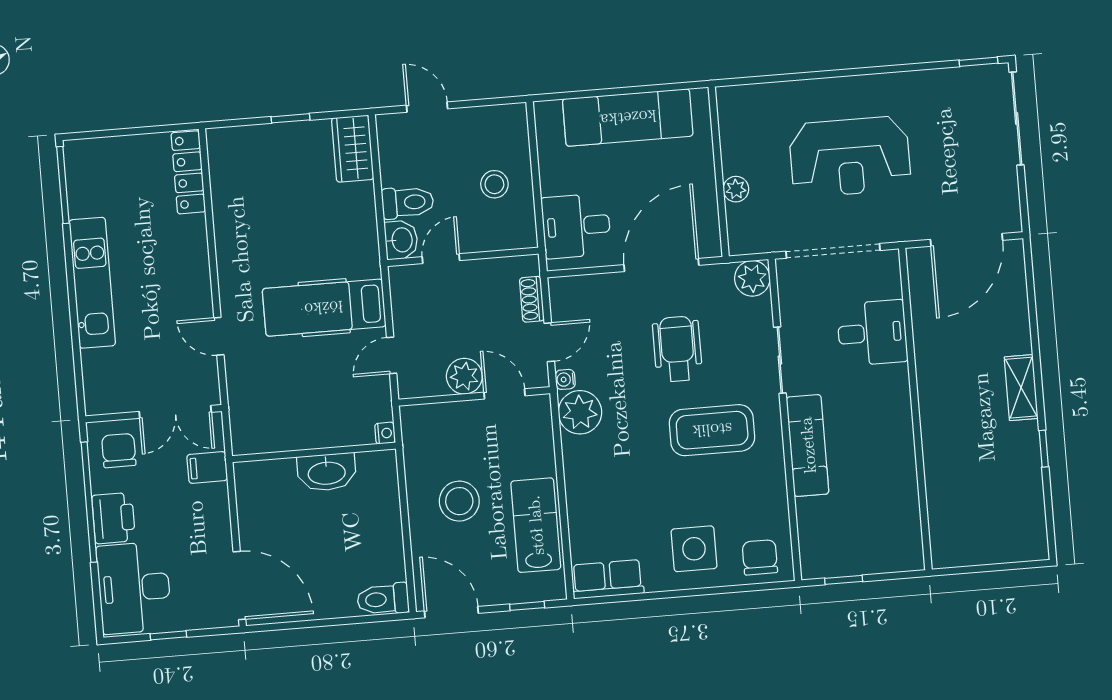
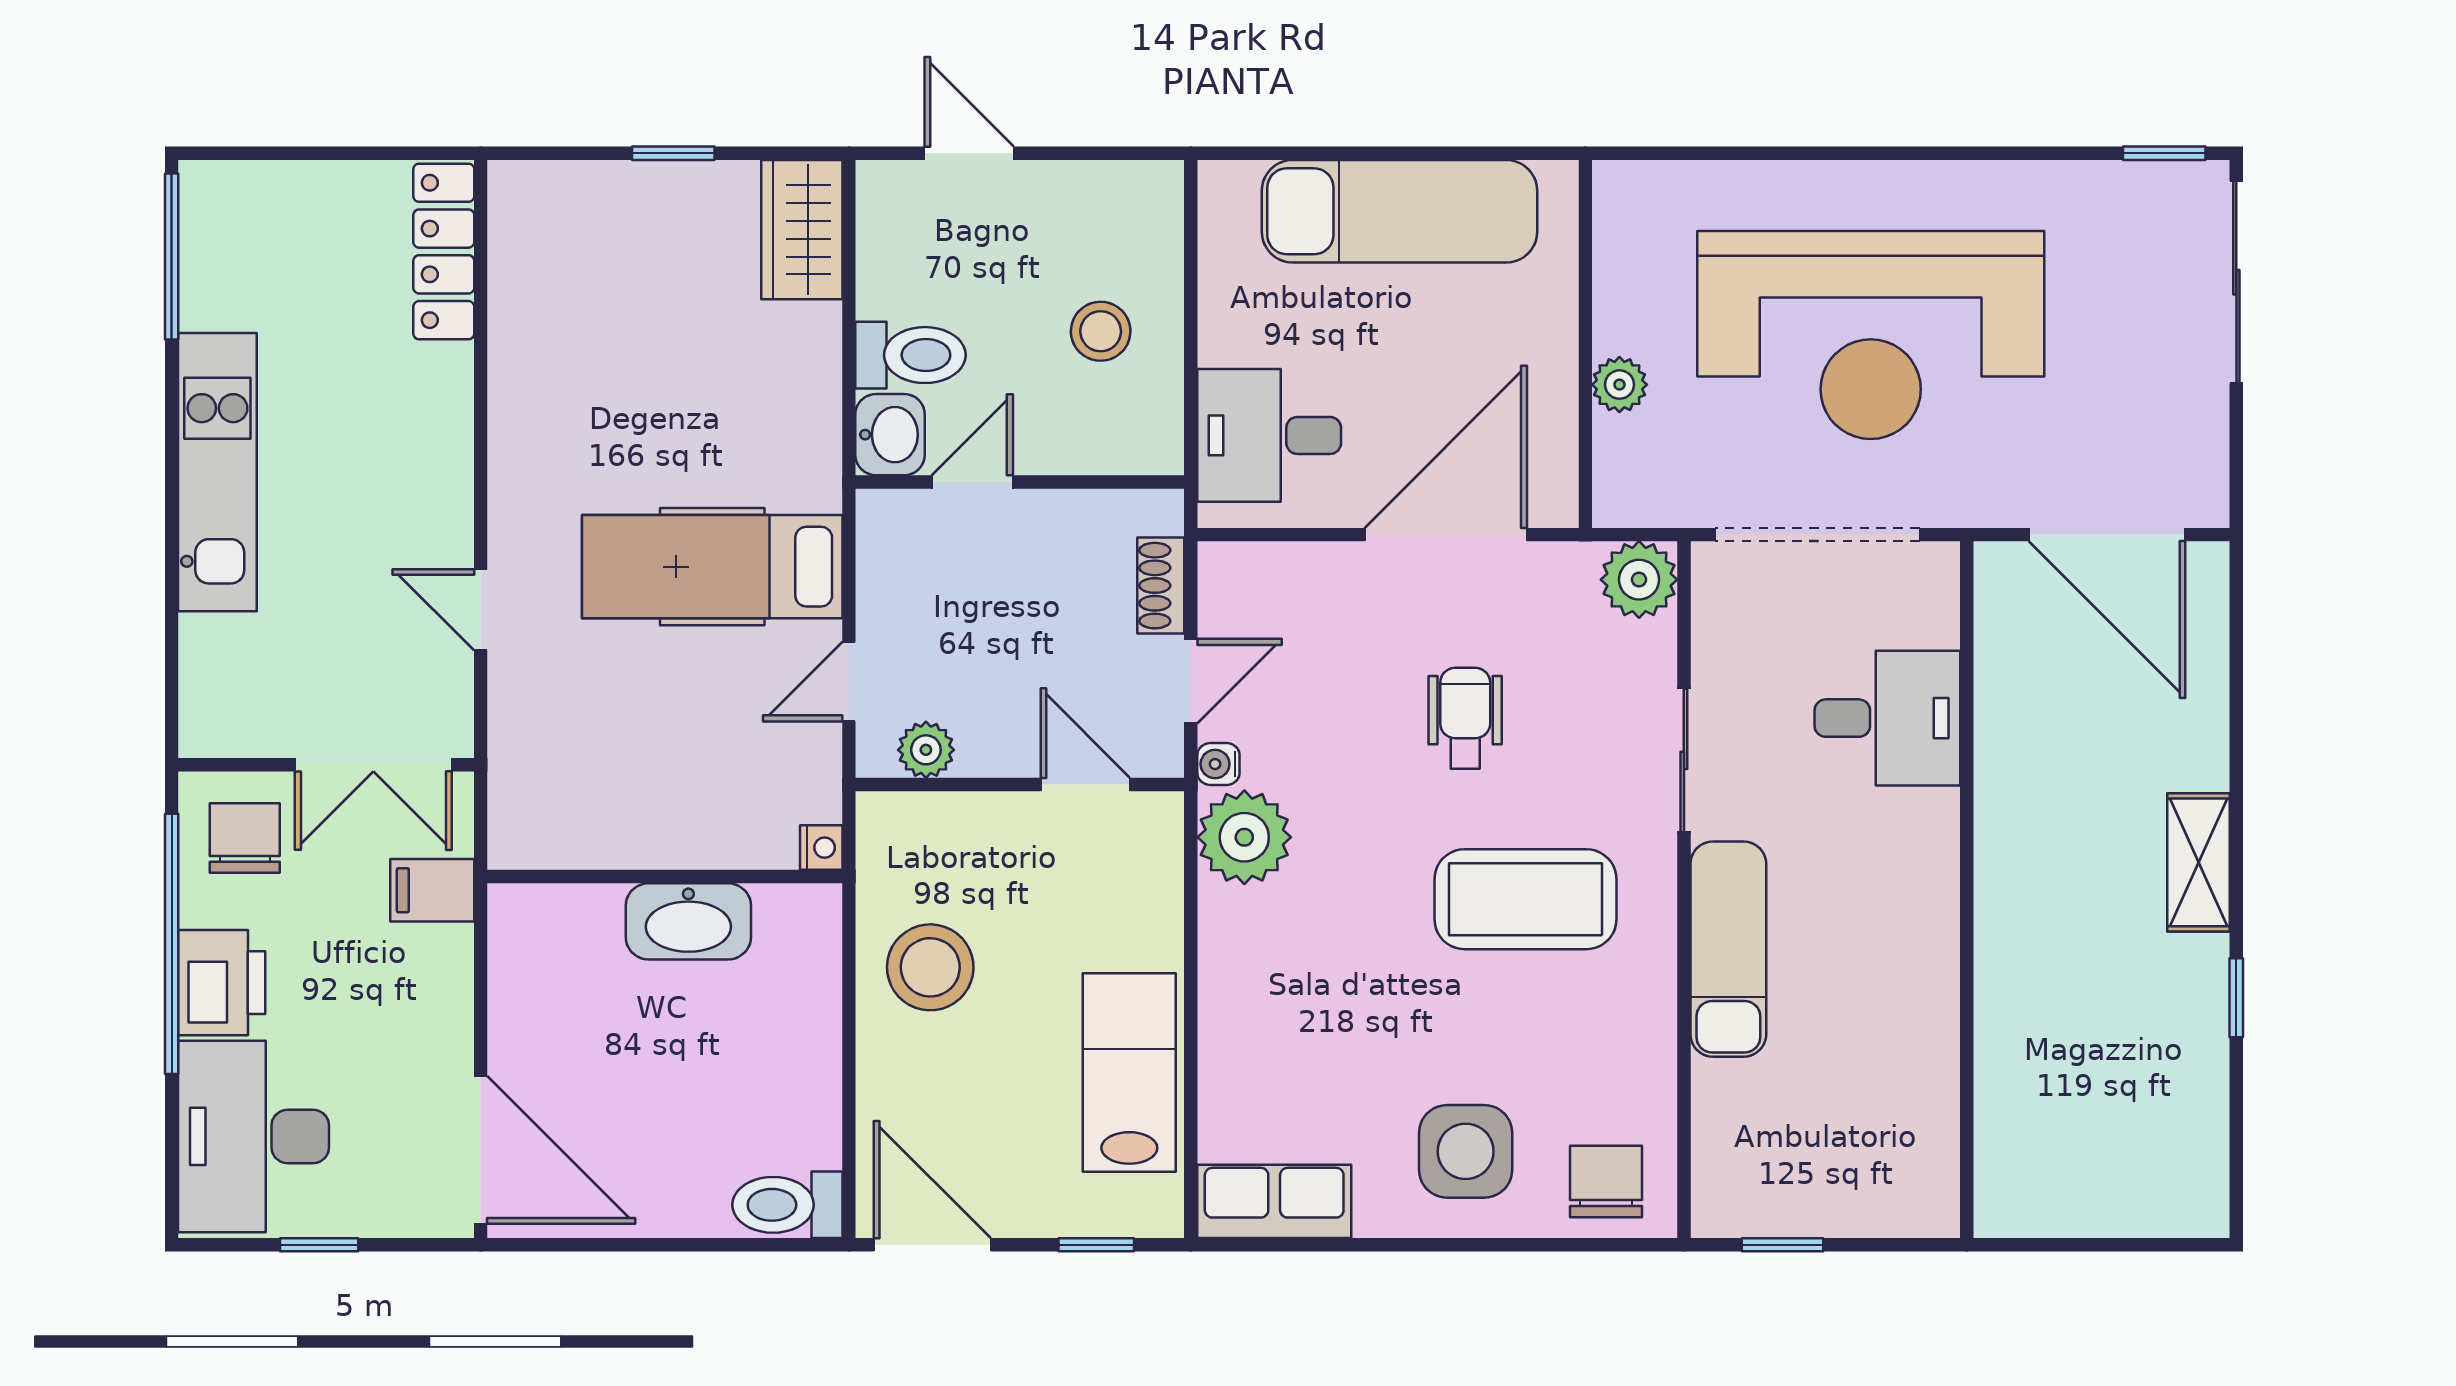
reception desk: (850, 157) -> (1871, 335), width x1.36, depth x1.30
door: (967, 240) -> (2107, 535), hinge flipped
wheelchair: (677, 349) -> (1465, 718), width x0.73, depth x0.73
plant: (464, 376) -> (926, 750), moved, width x0.73, depth x0.73
stool: (459, 501) -> (930, 967), moved

